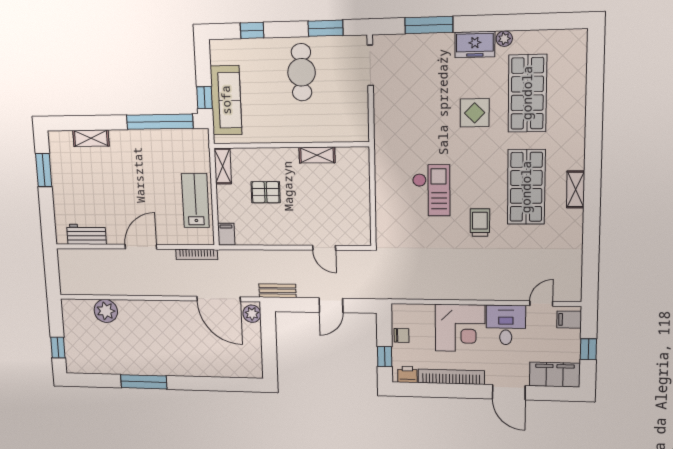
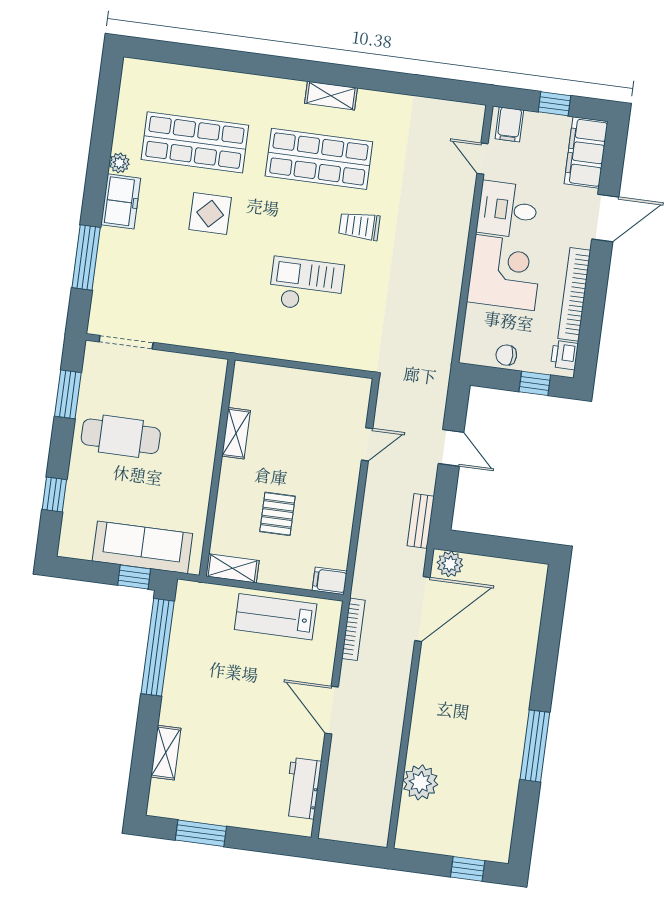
chair: (401, 335) -> (506, 355), turned -90

